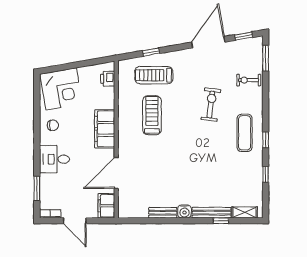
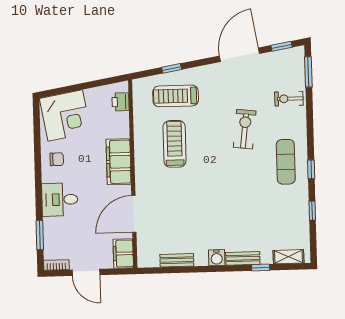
bench: (163, 213) -> (177, 260), moved
bench: (212, 213) -> (243, 258), width x0.73

